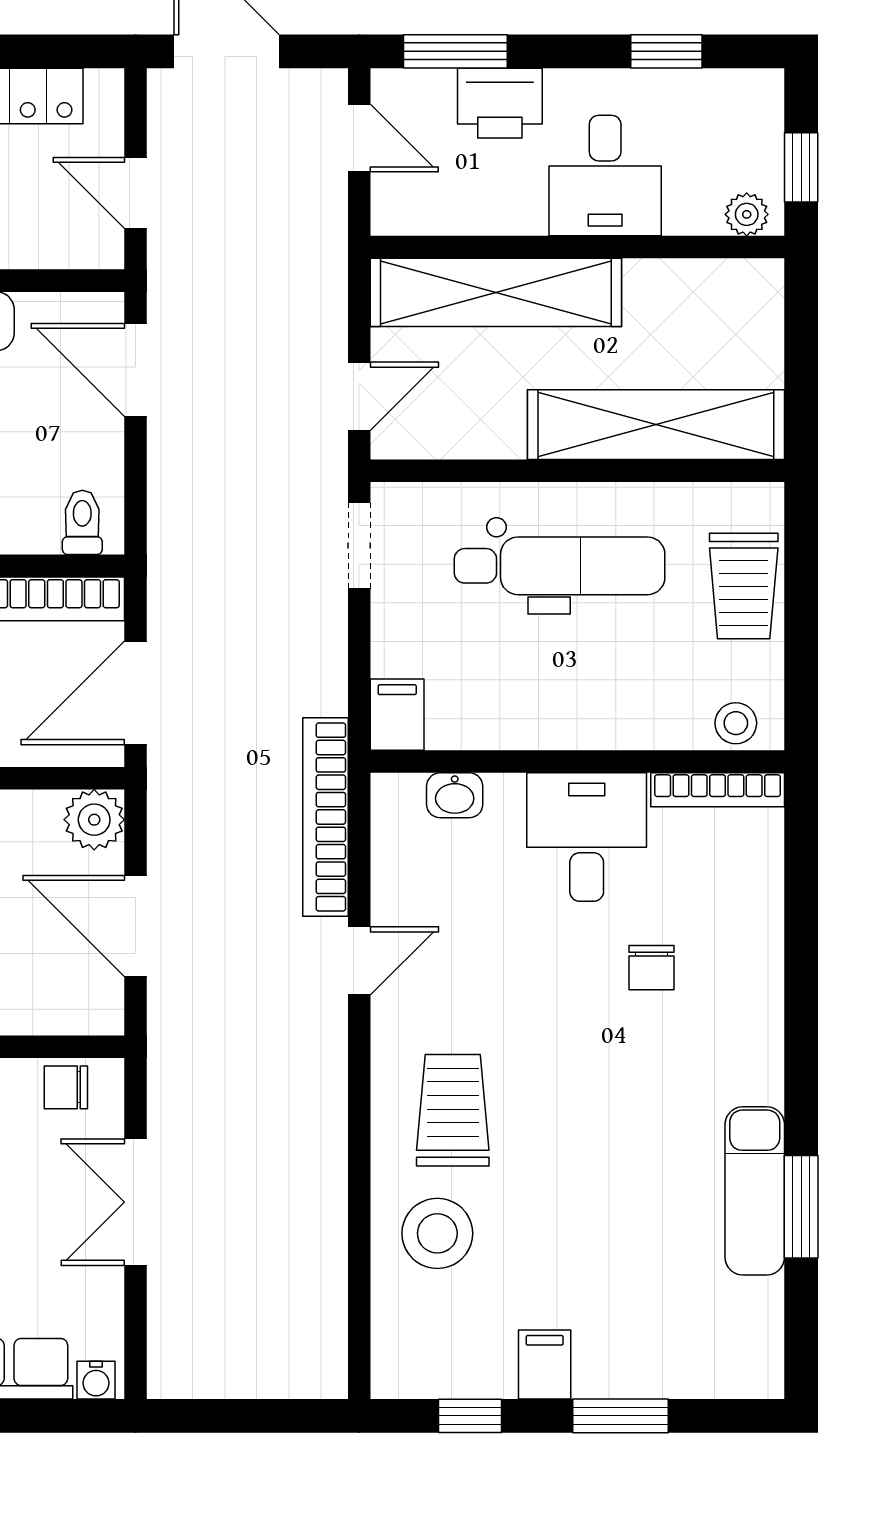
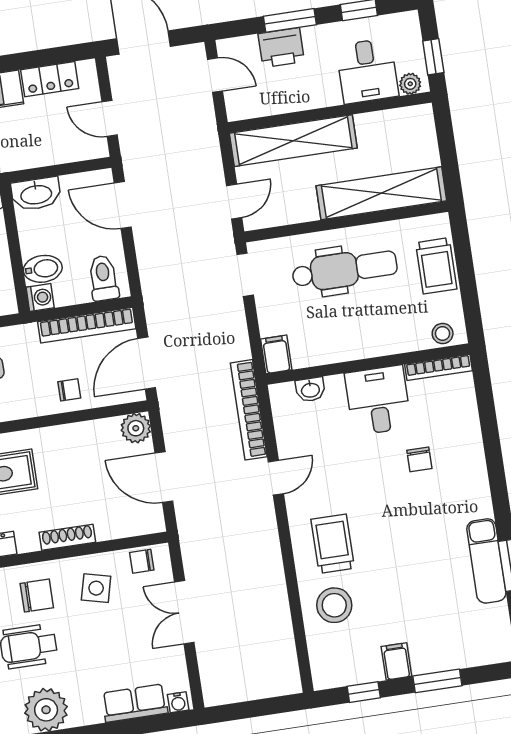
window: (455, 51) -> (290, 20), moved
desk: (605, 175) -> (367, 71), moved
toilet: (82, 522) -> (103, 278), width x1.37, depth x1.39

